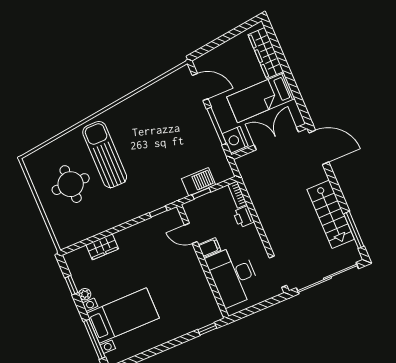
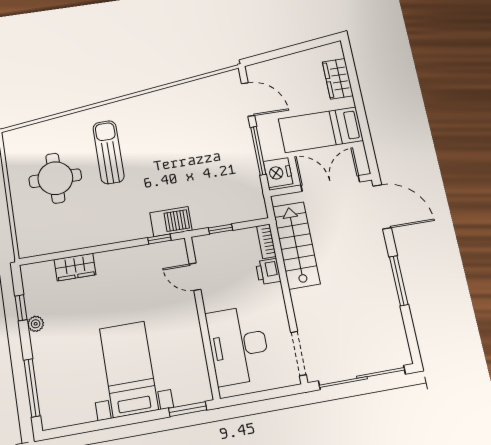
wardrobe: (266, 53) -> (338, 79), width x0.67
sun lounger: (105, 155) -> (109, 152), width x0.73, depth x0.75
barbecue: (199, 182) -> (171, 222), moved
stairs: (331, 214) -> (296, 245), moved, turned 180
window: (354, 230) -> (399, 281), moved
filing cabinet: (209, 247) -> (215, 301), removed
bed with nightstands: (123, 316) -> (129, 369), moved, turned -90
window: (207, 329) -> (188, 409), width x1.50

